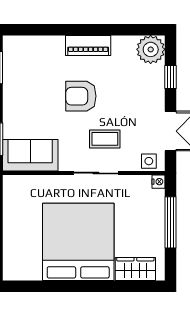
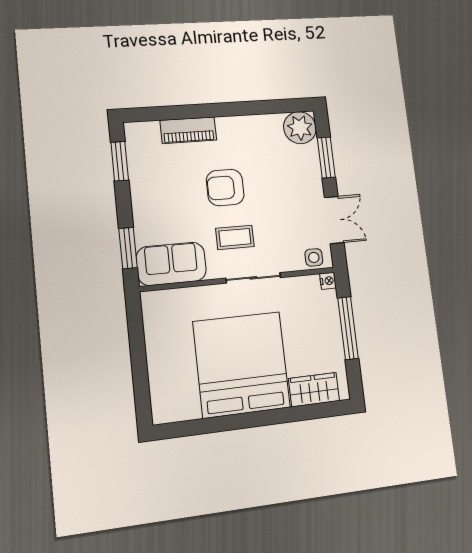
piano: (88, 45) -> (188, 130), moved
window: (170, 77) -> (326, 158), width x1.50
coffee table: (105, 139) -> (235, 237), moved

